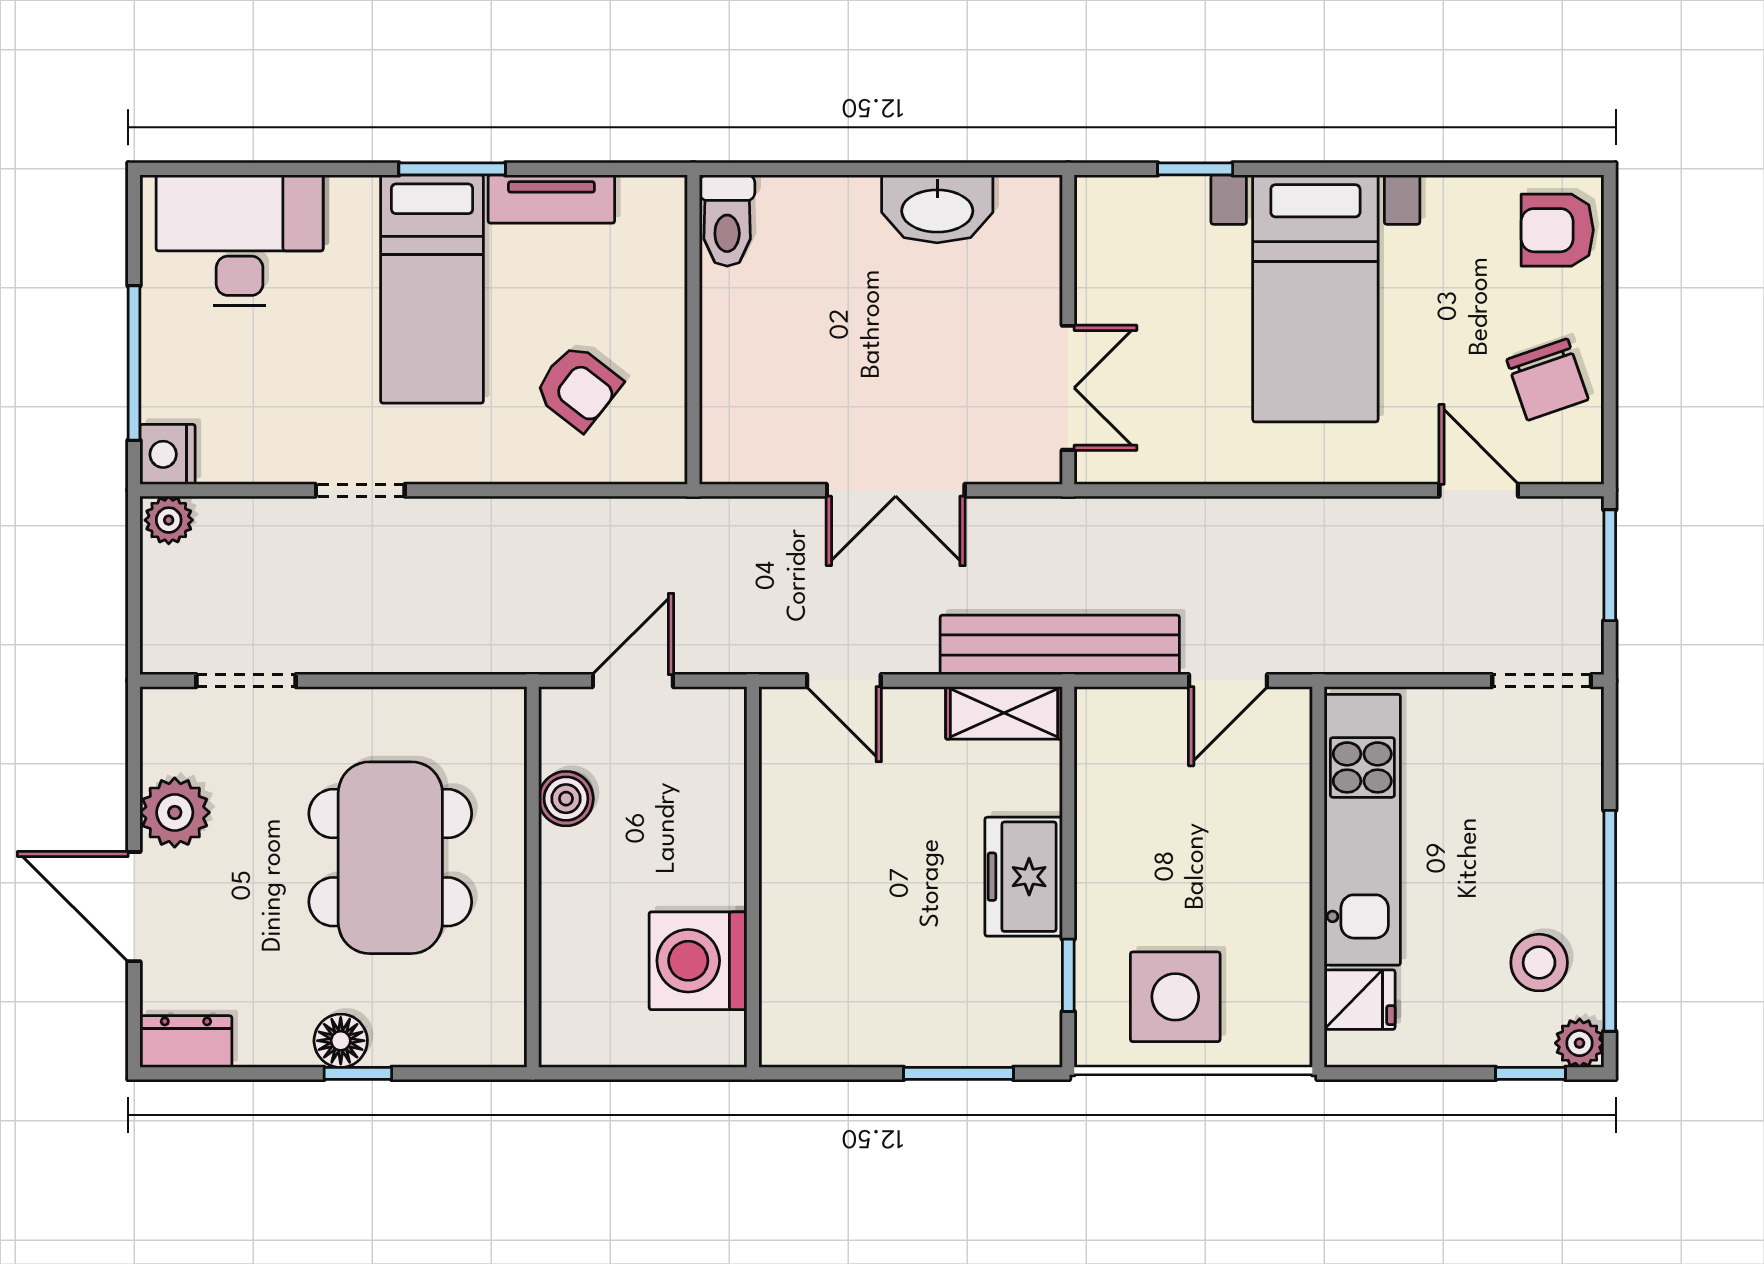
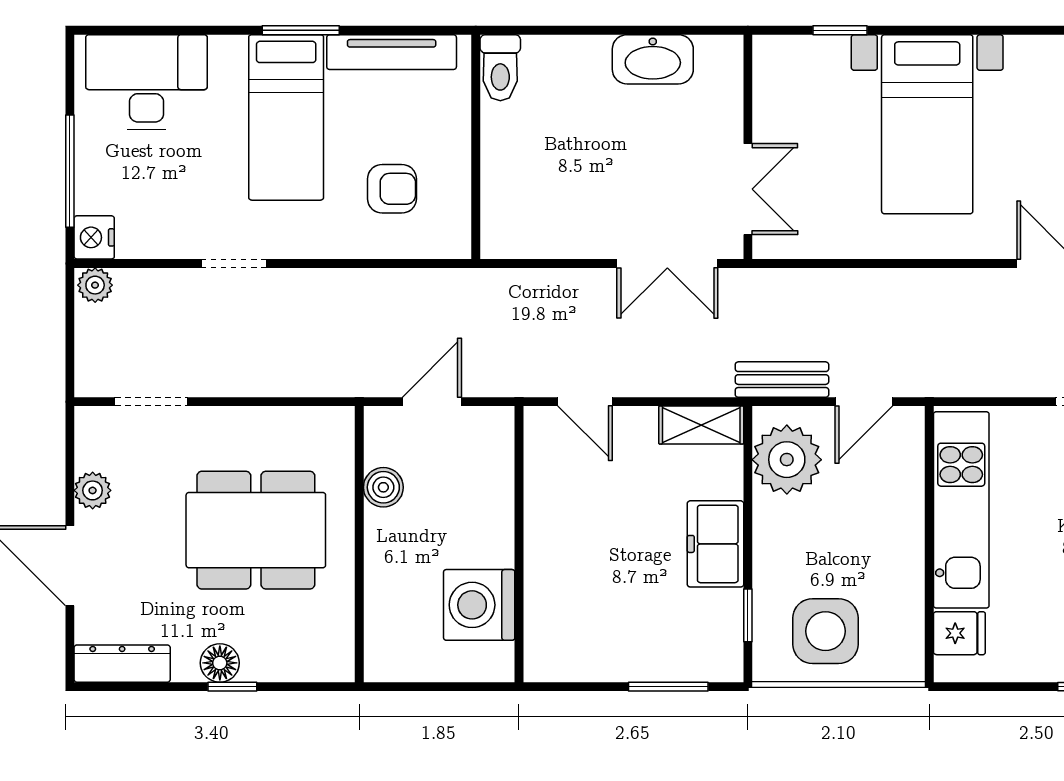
tv unit: (551, 199) -> (392, 52), width x1.41
armchair: (578, 387) -> (392, 189), turned -38
double door: (896, 490) -> (667, 263), moved
bench: (1060, 645) -> (782, 380), width x0.54, depth x0.82
plant: (1122, 760) -> (787, 460), added
plant: (175, 812) -> (93, 490), width x0.73, depth x0.73
dining table: (390, 858) -> (256, 530), turned 90
dresser: (186, 1042) -> (122, 664), width x1.44

